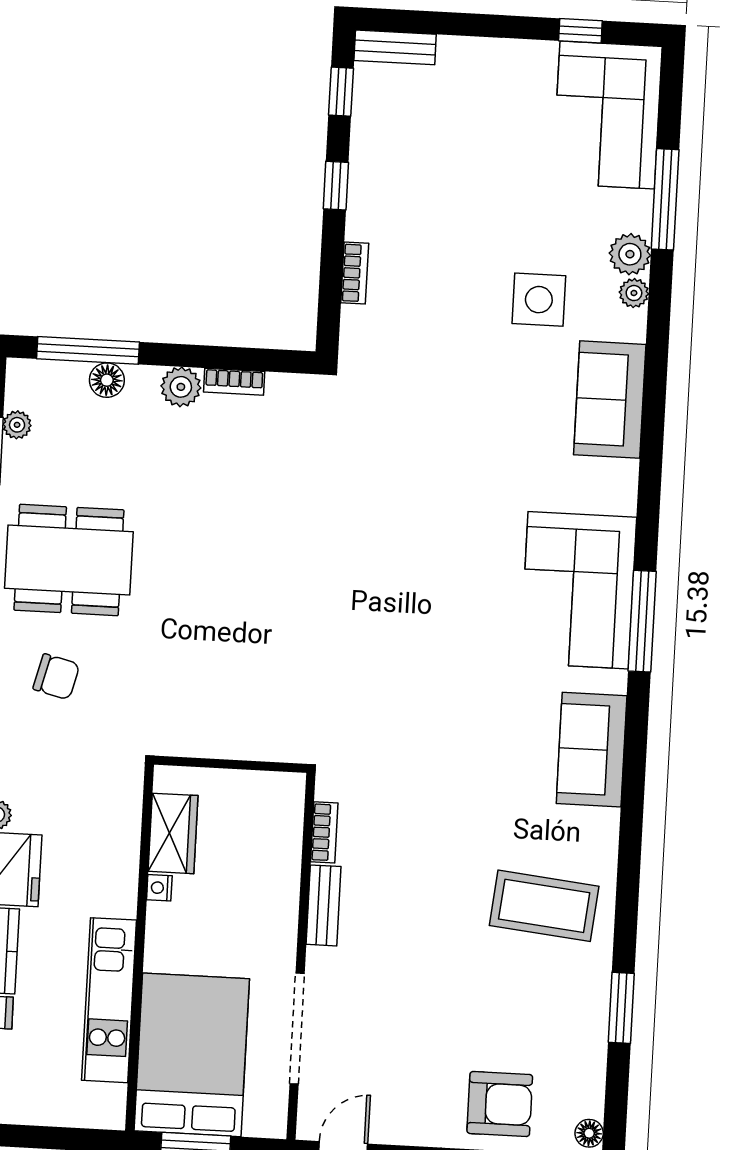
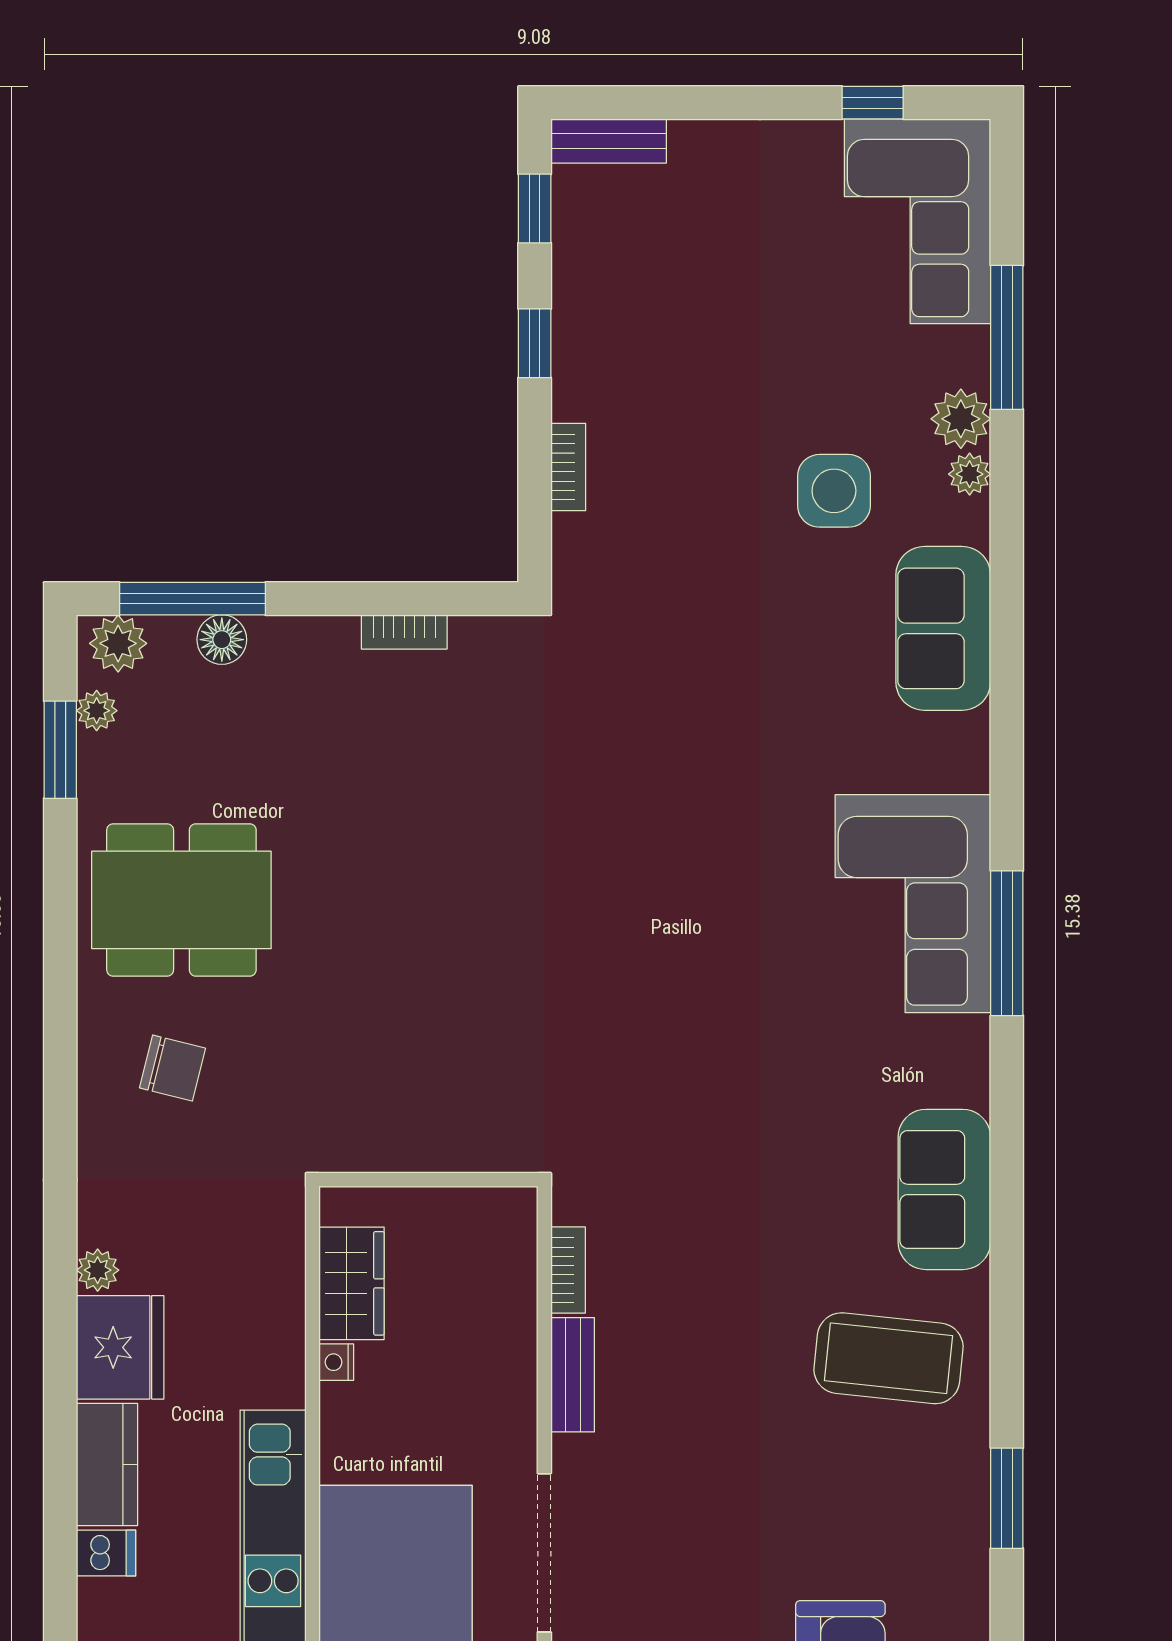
plant: (181, 387) -> (118, 643), moved
sofa: (592, 750) -> (944, 1189), moved

